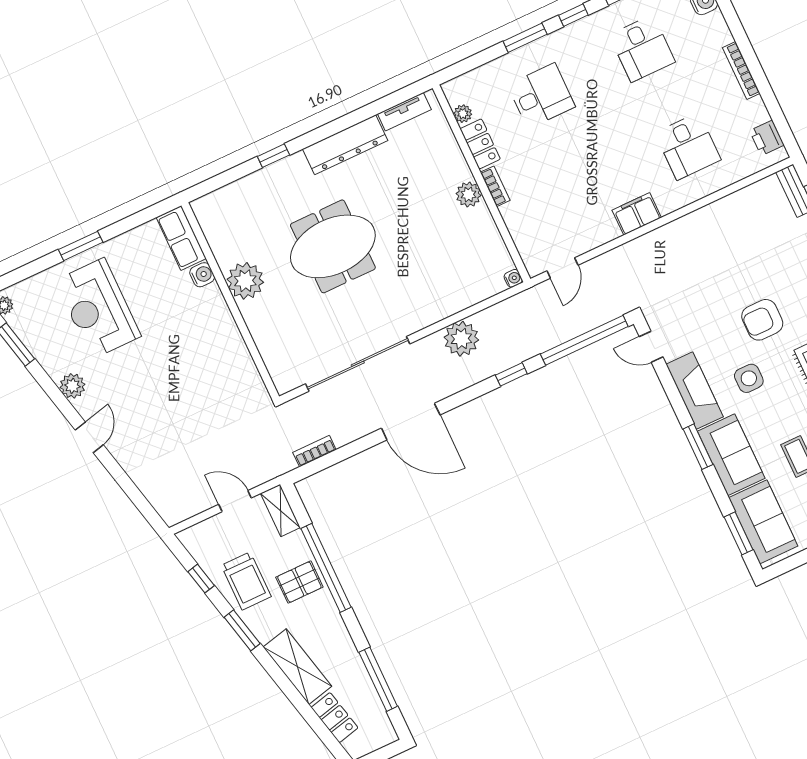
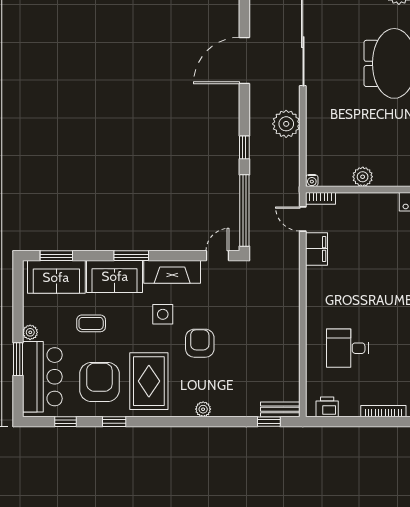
bookcase: (495, 186) -> (321, 198), moved
plant: (469, 195) -> (363, 177), moved
filing cabinet: (637, 214) -> (317, 249), moved

